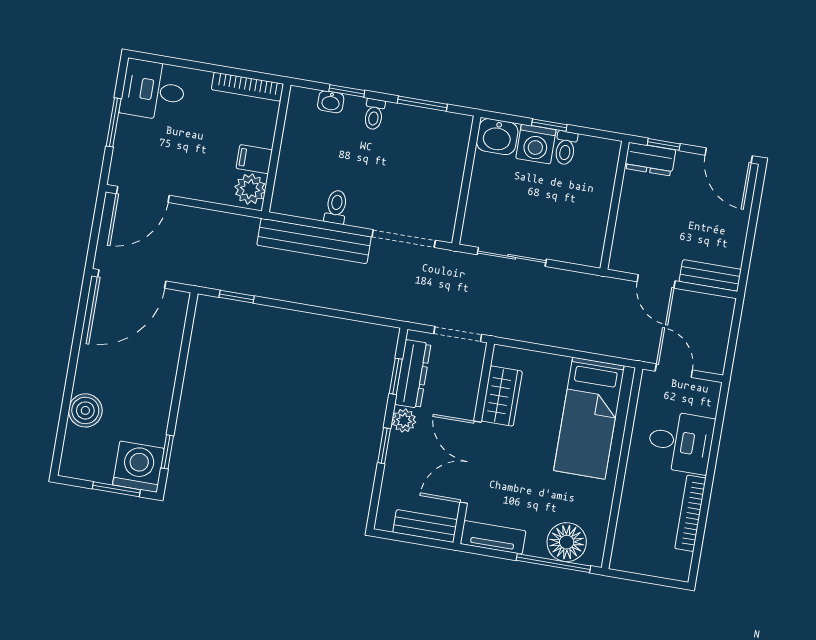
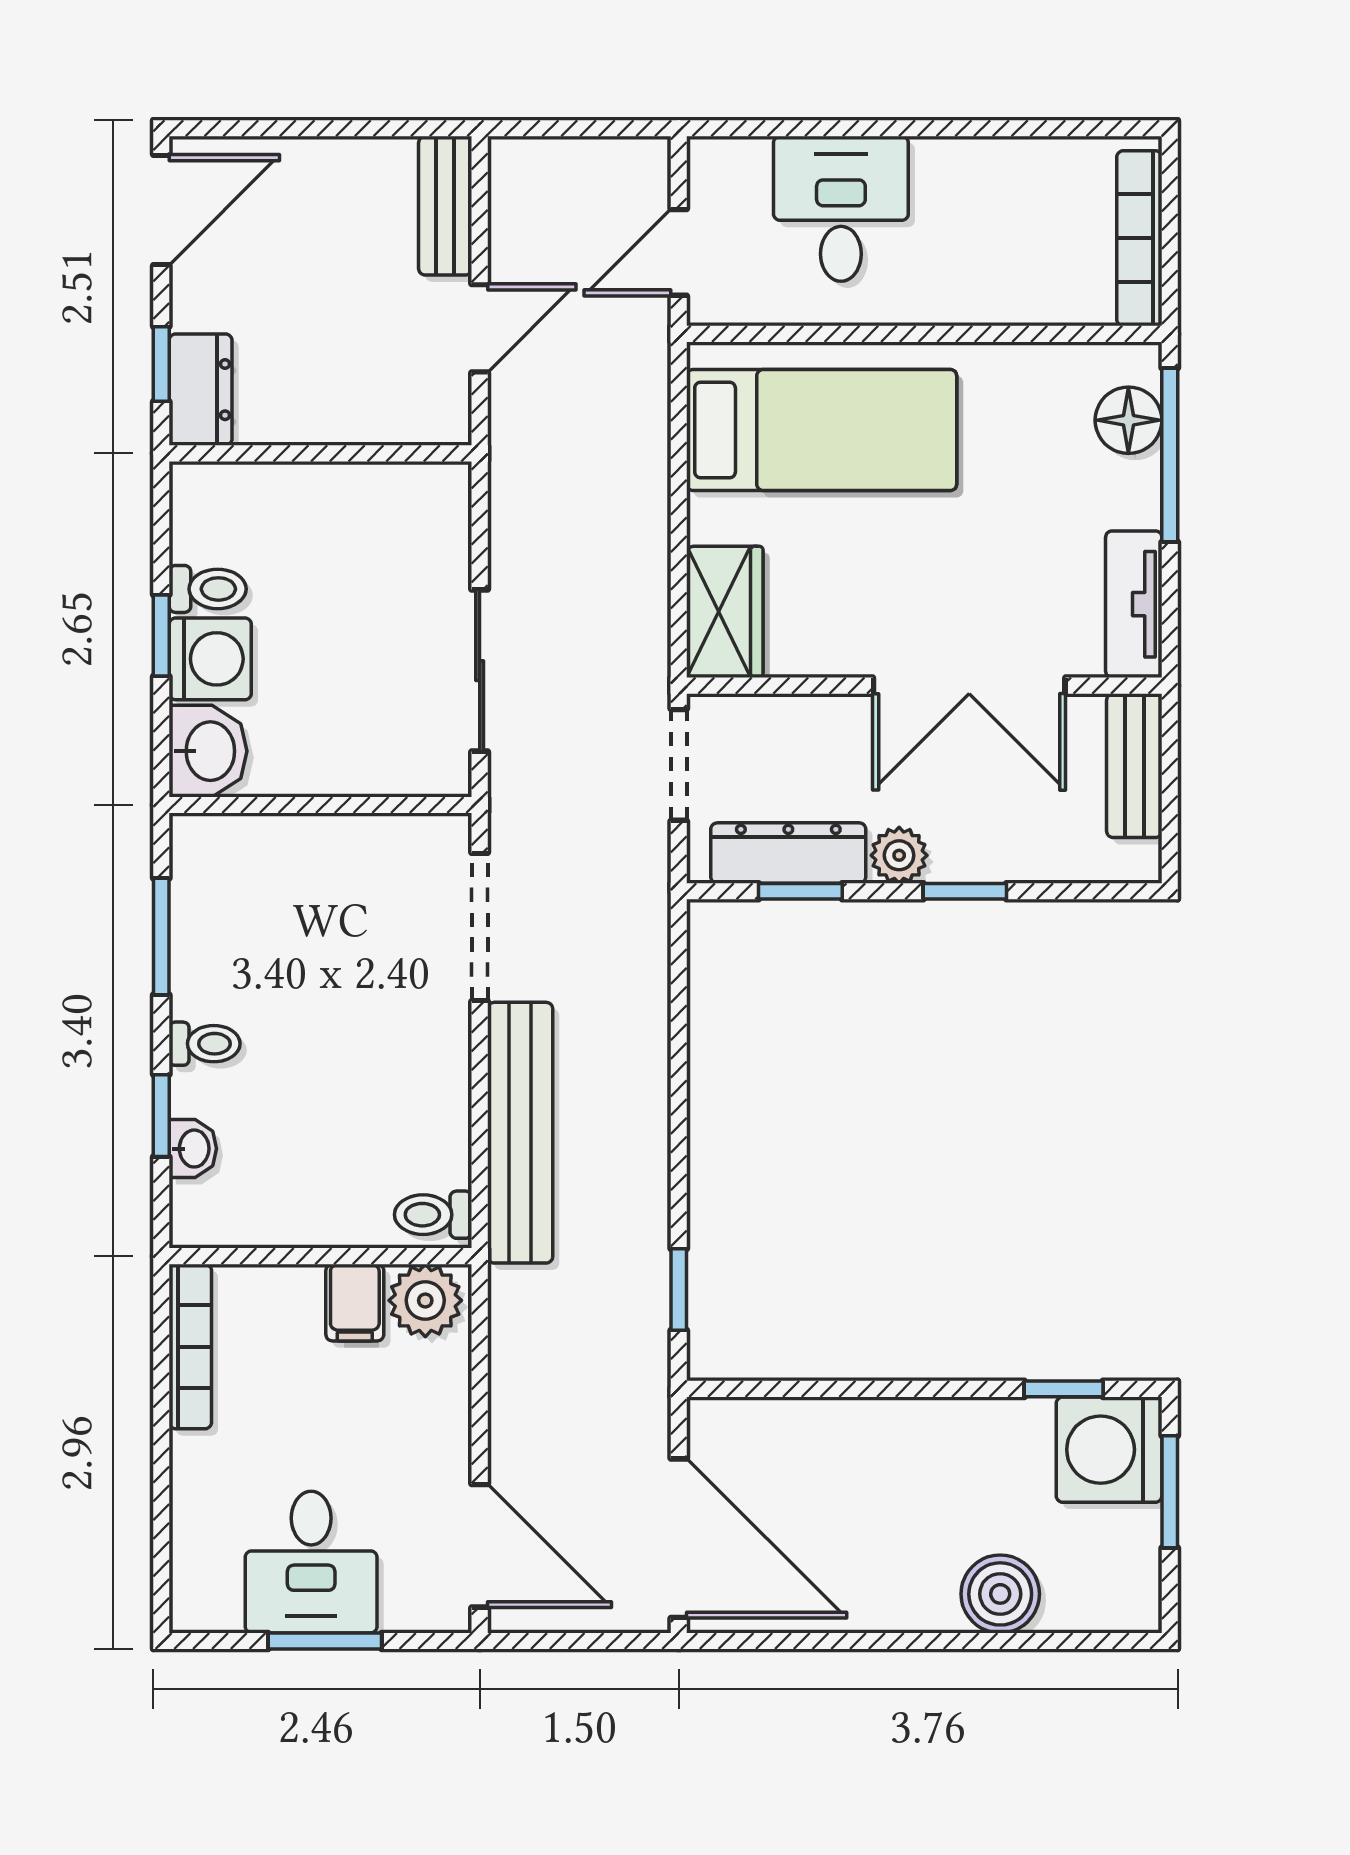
desk: (153, 90) -> (311, 1562), moved
toilet: (336, 207) -> (433, 1215), moved
wardrobe: (502, 396) -> (725, 612), moved, turned 90
bookcase: (690, 513) -> (1139, 238), moved, turned 90
floor lamp: (567, 542) -> (1128, 420), width x0.73, depth x0.73

